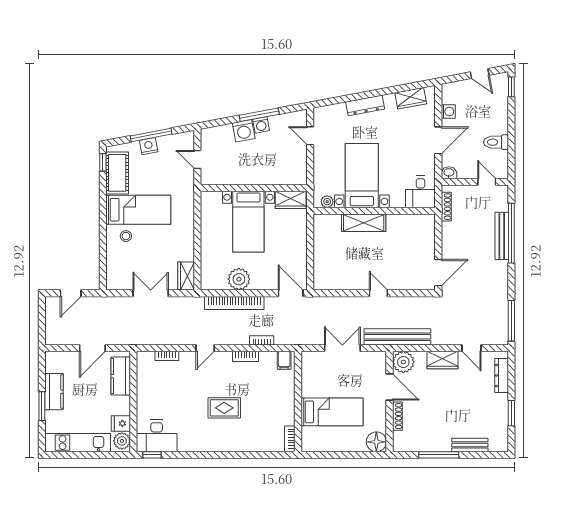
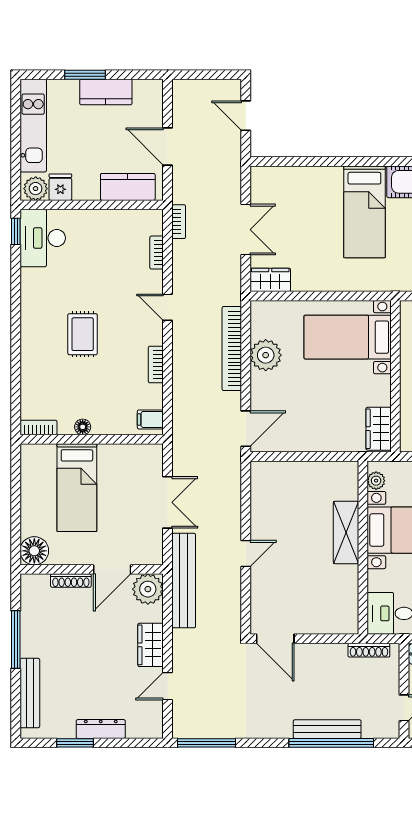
bed with nightstands: (248, 222) -> (348, 337), moved
stool: (126, 236) -> (327, 194), removed
bookcase: (262, 340) -> (179, 222), moved
dresser: (502, 375) -> (101, 729), moved
floor lamp: (289, 408) -> (83, 427), added
bench: (470, 445) -> (30, 693), width x1.36

